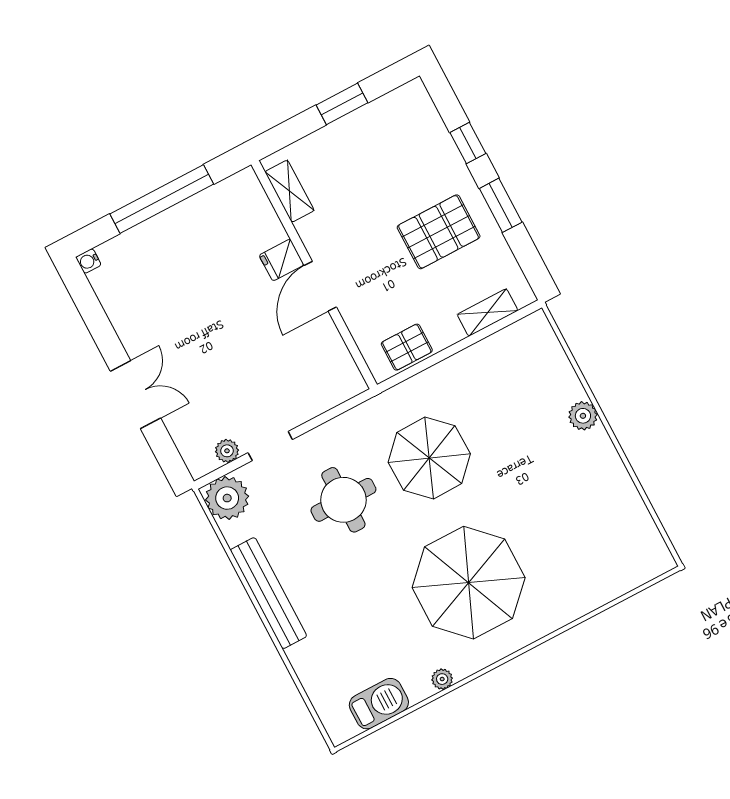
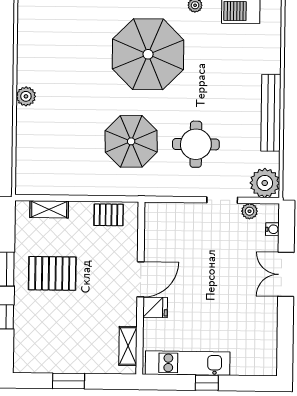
window: (162, 199) -> (207, 383), width x0.32
kitchen unit: (200, 211) -> (188, 363), added
water cooler: (88, 261) -> (272, 229), moved
plant: (583, 416) -> (26, 96), moved

